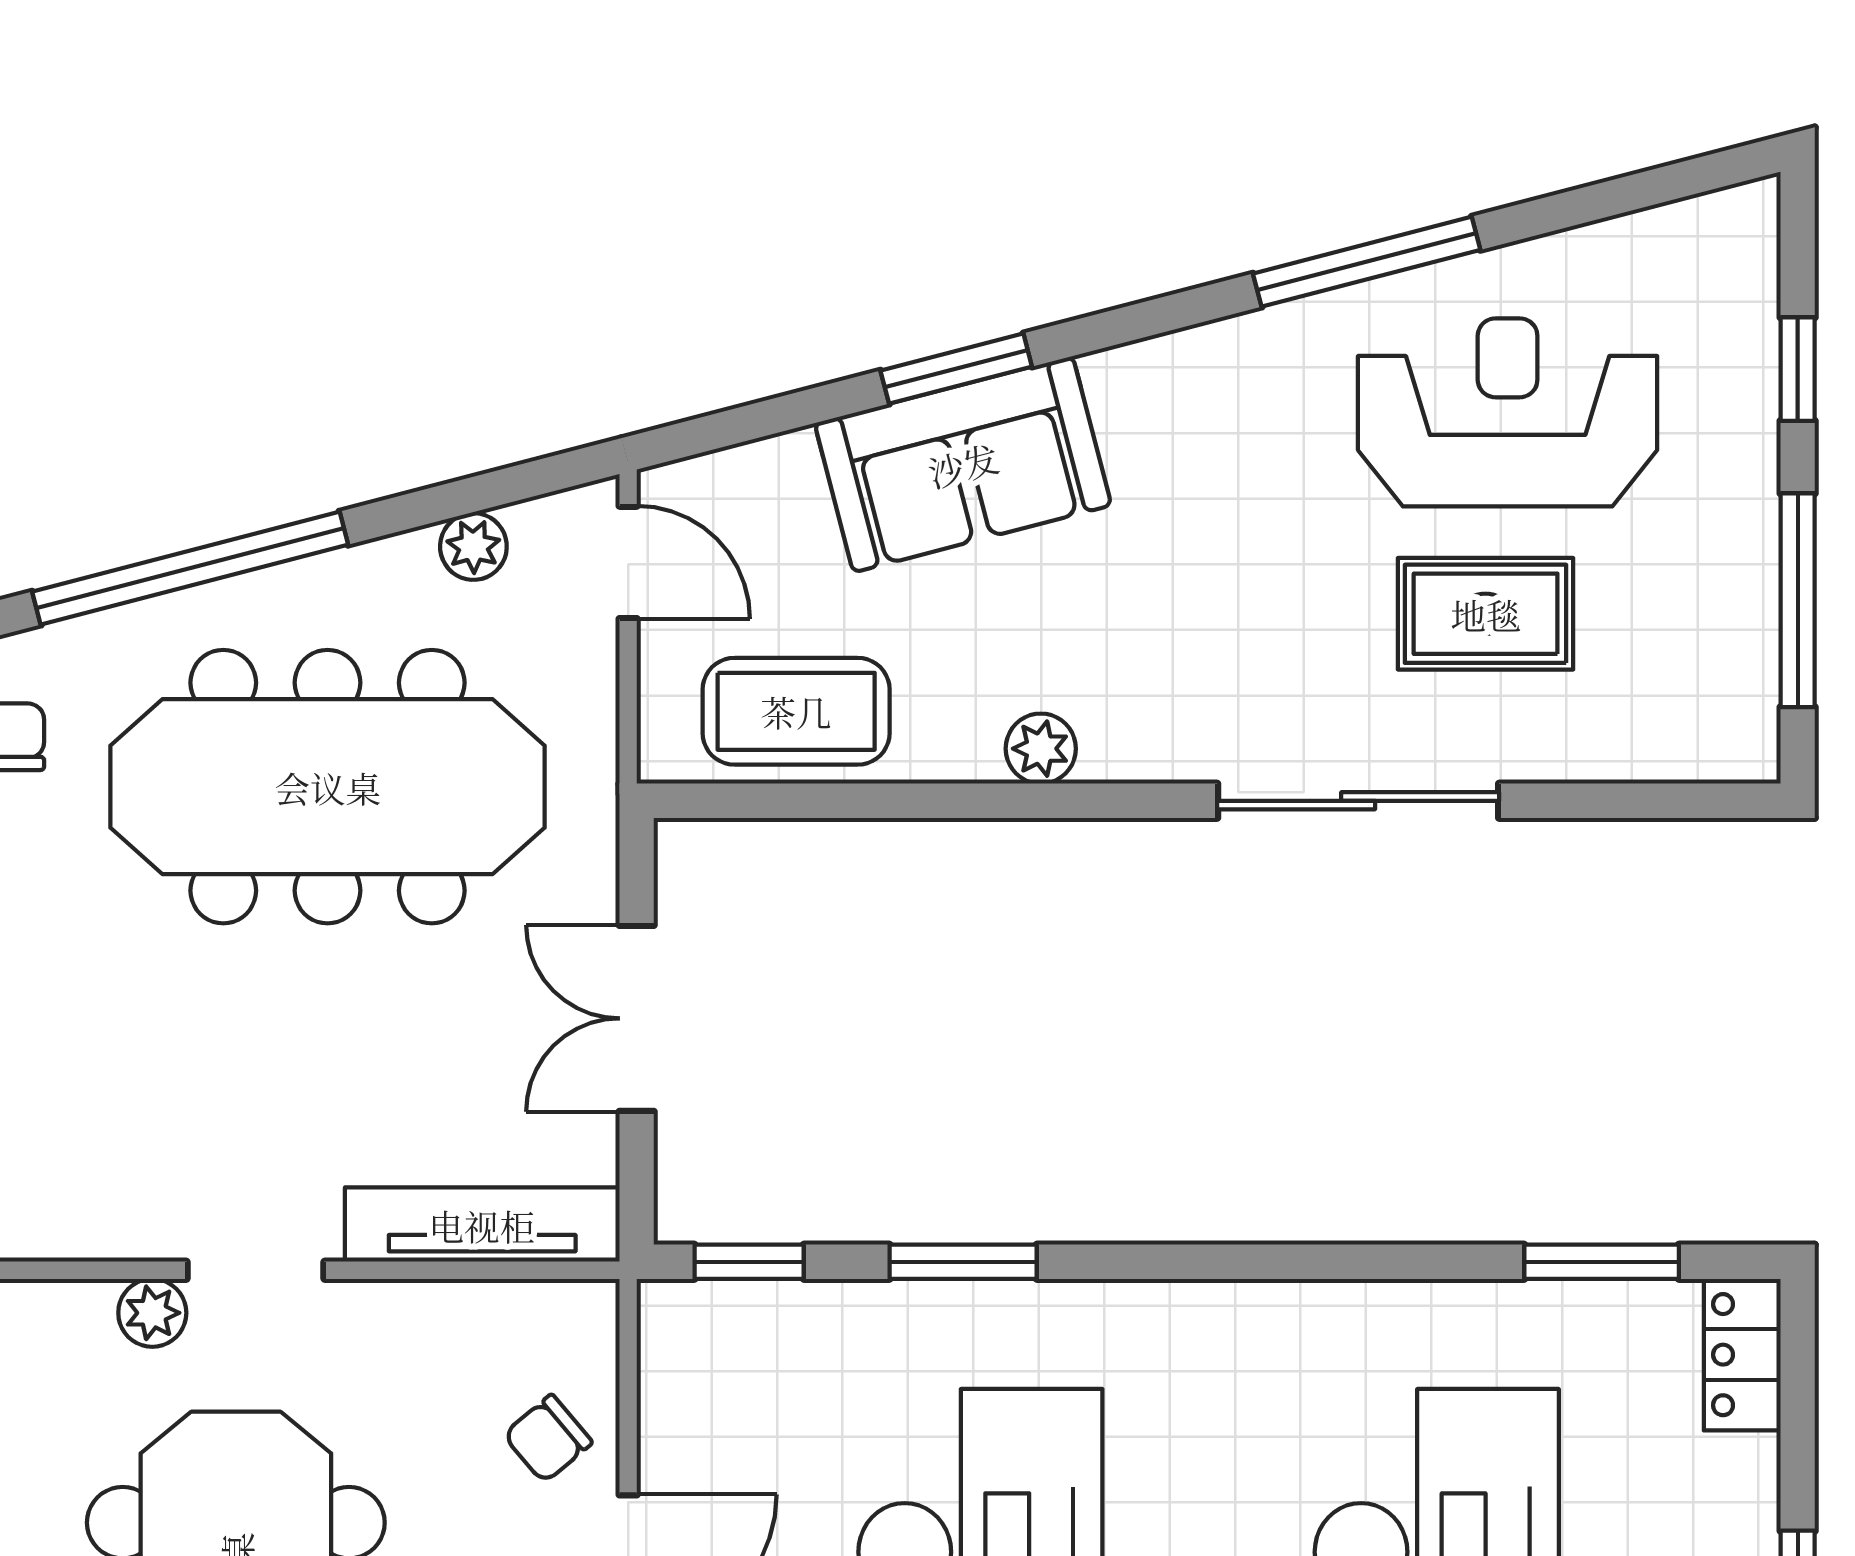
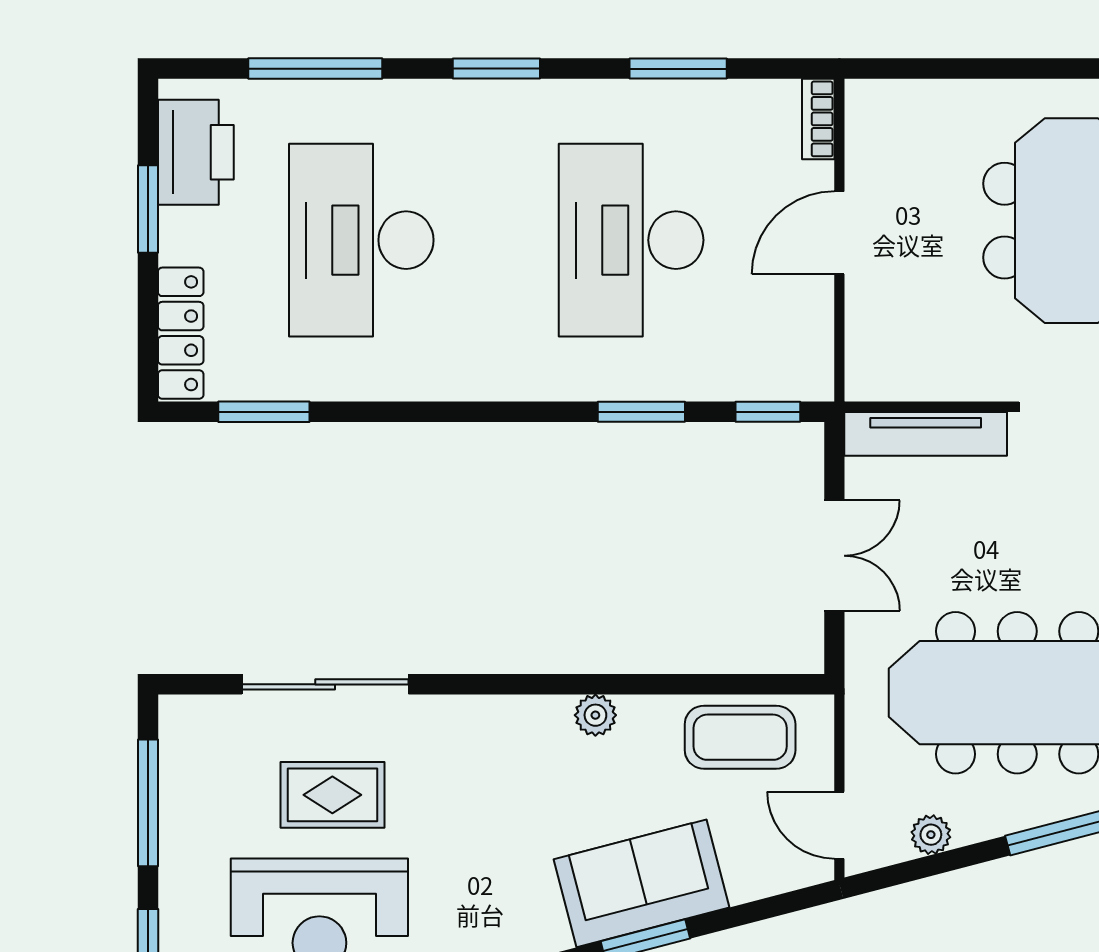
sliding door: (1358, 801) -> (325, 684), moved
locker: (1742, 1355) -> (181, 333), width x1.53
chair: (548, 1439) -> (887, 307), removed

